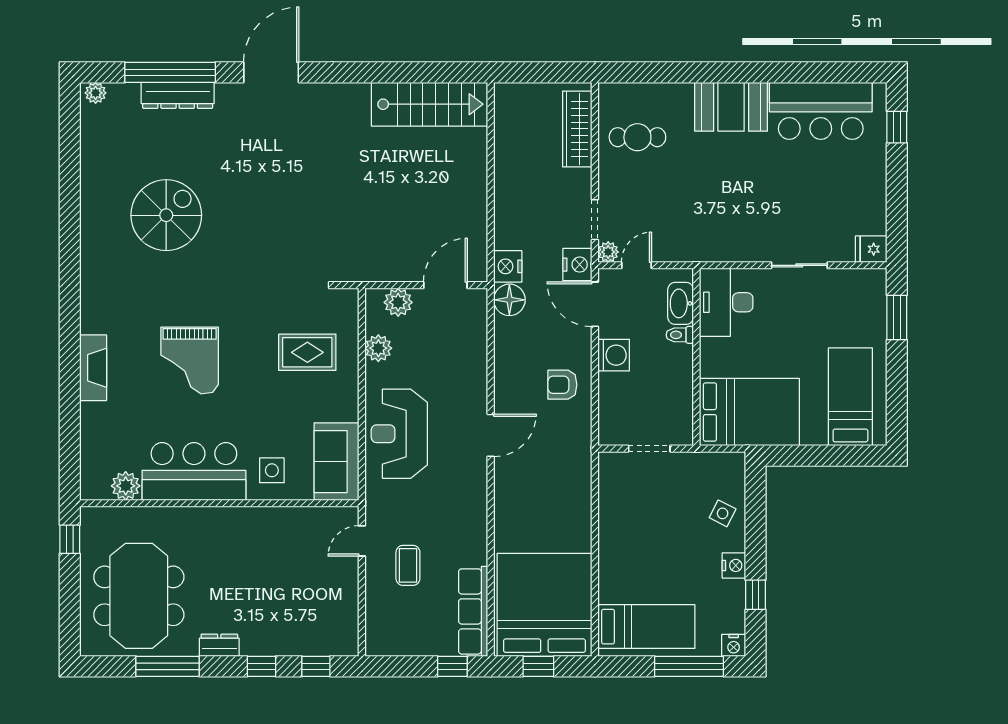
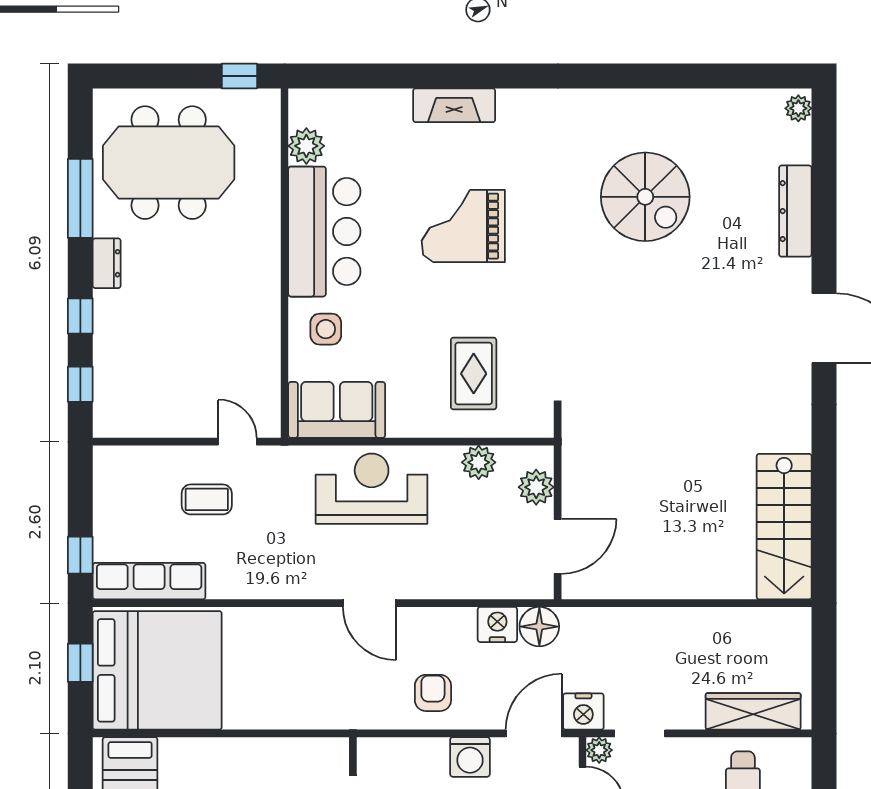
window: (170, 72) -> (824, 202), removed
nightstand: (508, 266) -> (497, 624), moved
door: (445, 285) -> (558, 546), hinge flipped

